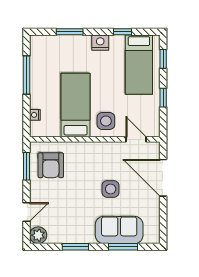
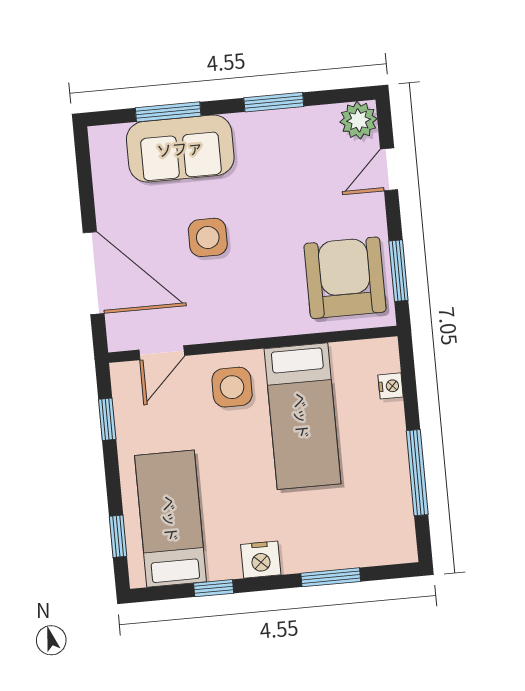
window: (163, 98) -> (107, 419), moved
door: (136, 139) -> (162, 353), hinge flipped
armchair: (51, 165) -> (345, 278), width x1.36, depth x1.36

